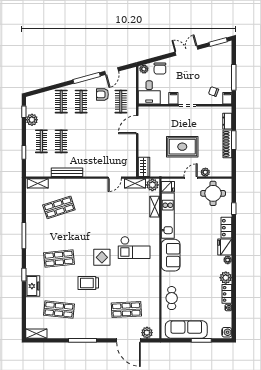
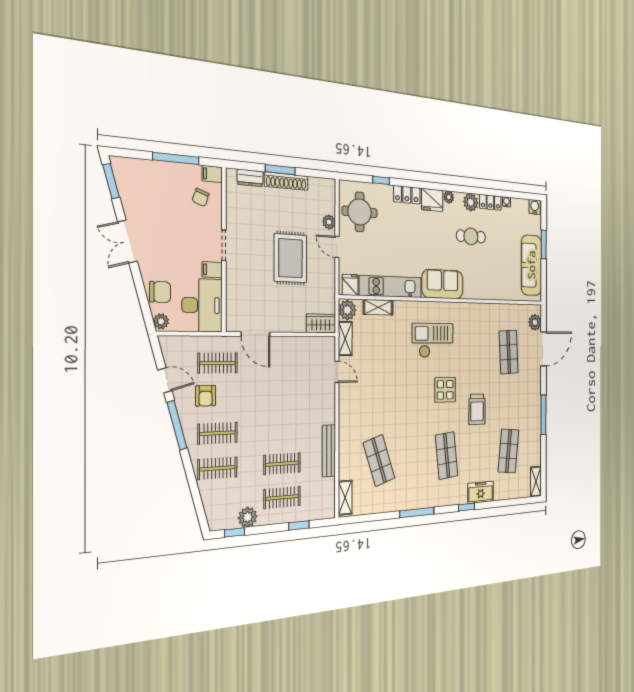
desk: (149, 92) -> (202, 305), width x1.37
checkout: (134, 248) -> (433, 340), turned -90
cafe table: (172, 298) -> (471, 236), moved

